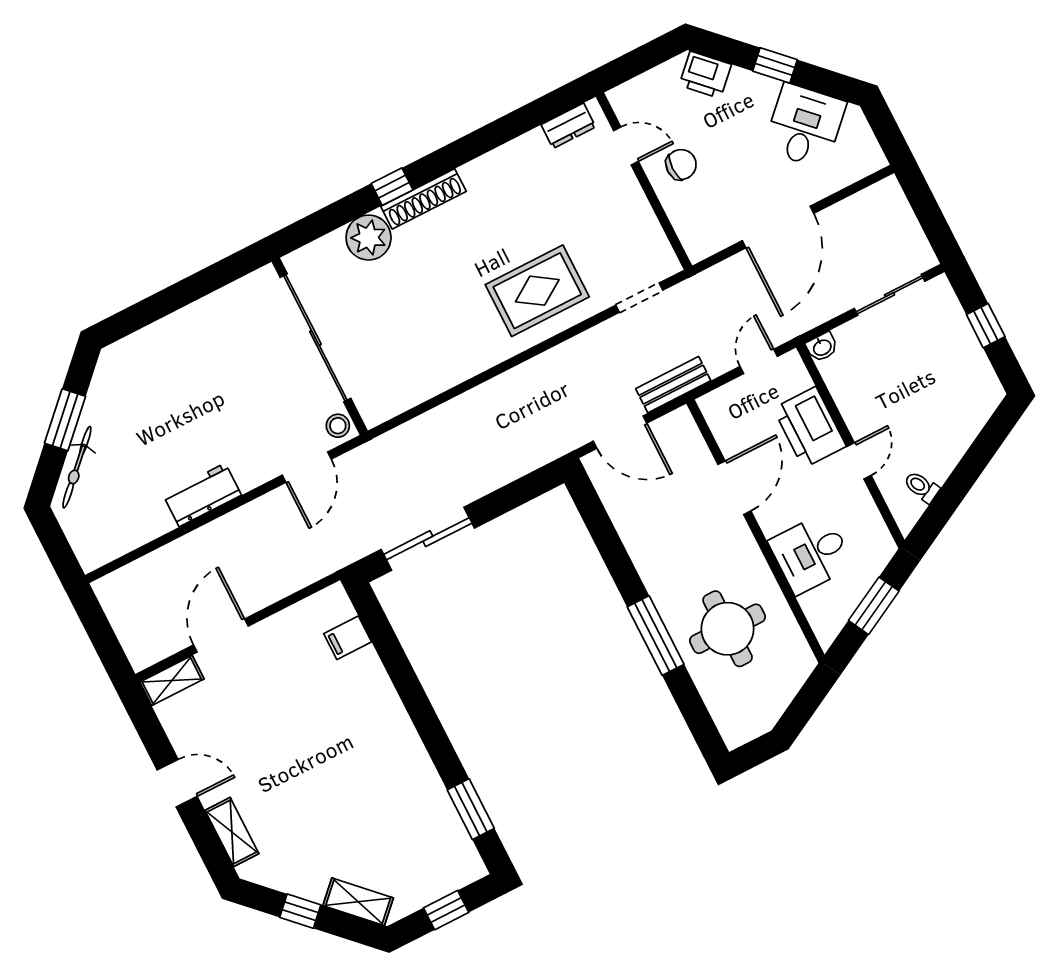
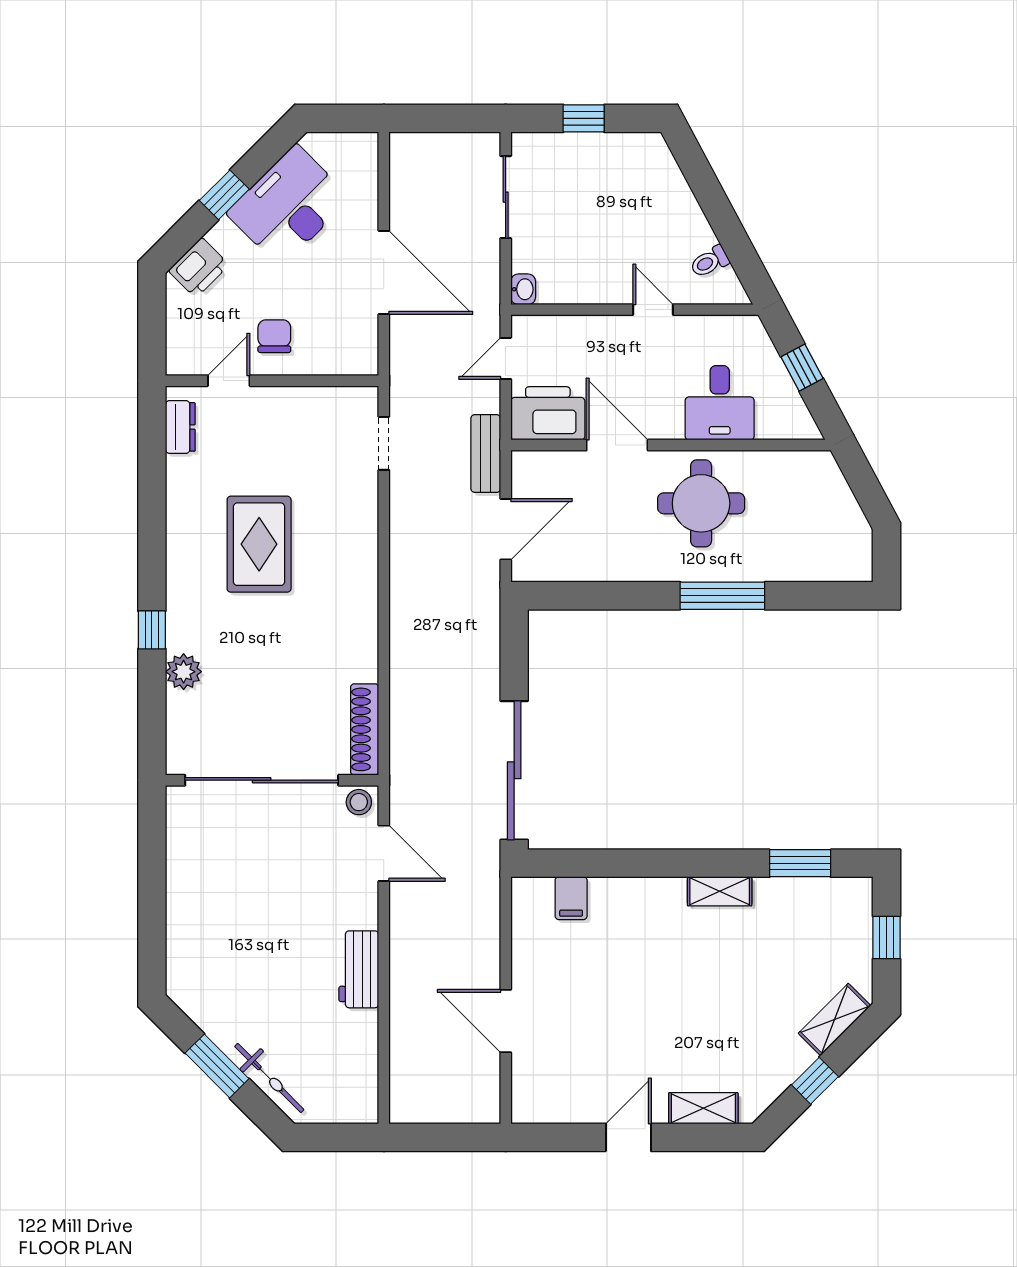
desk: (805, 126) -> (289, 206), width x1.37
shoe rack: (423, 199) -> (365, 729), moved, turned 180
plant: (369, 238) -> (184, 672), width x0.73, depth x0.73
rug: (537, 291) -> (259, 544), moved
door: (759, 361) -> (506, 358), hinge flipped
printer: (810, 427) -> (548, 413), moved, turned 180
sliding door: (428, 539) -> (514, 770), width x1.36
window: (874, 606) -> (802, 368), width x0.67
round table: (728, 629) -> (701, 503), moved
shelving: (172, 681) -> (720, 891), moved, turned 90

